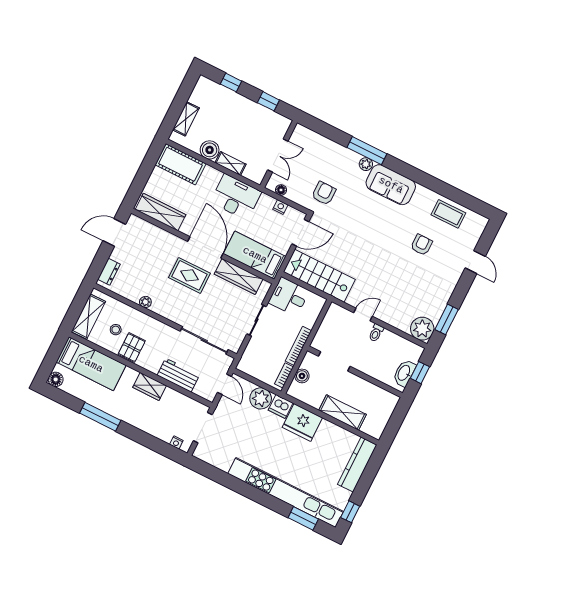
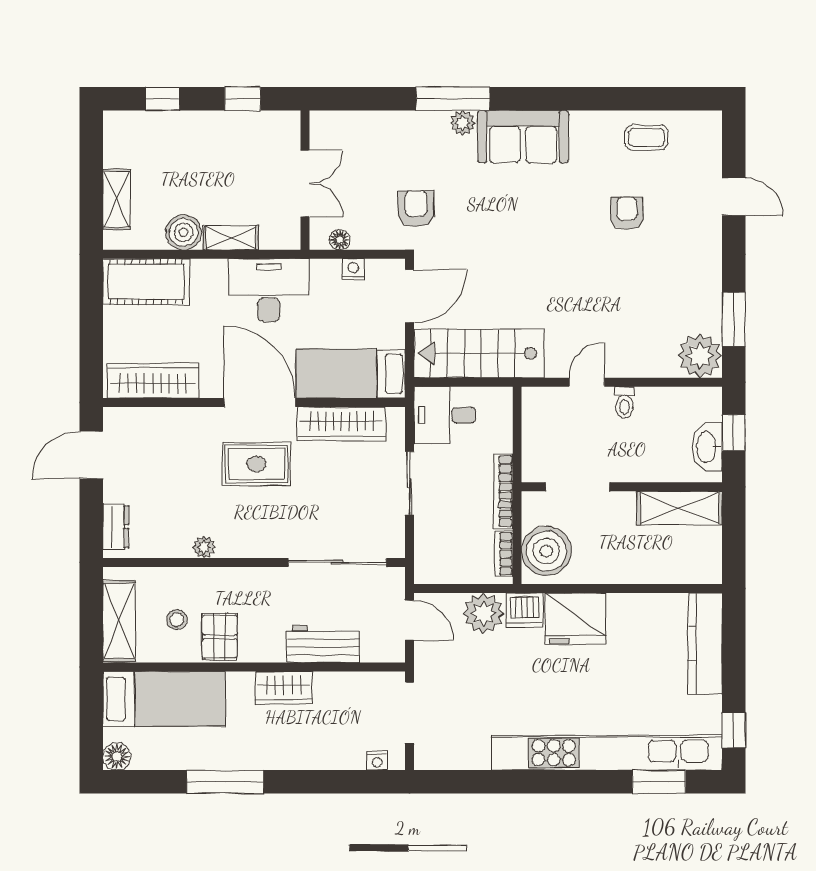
coffee table: (448, 214) -> (646, 137), width x0.73, depth x0.77
boiler: (302, 376) -> (546, 551), width x1.86, depth x1.86
shelving: (343, 412) -> (680, 508), moved

